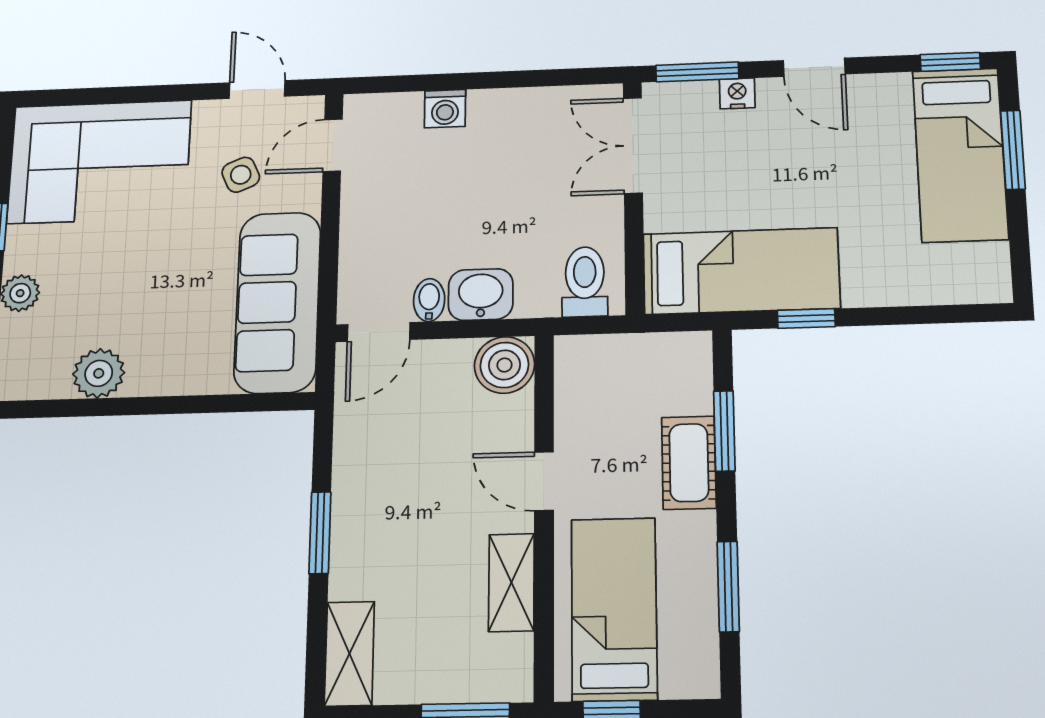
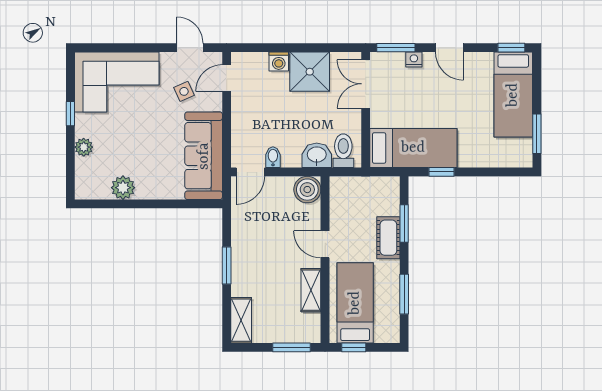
shower: (511, 126) -> (310, 72), added
window: (1013, 150) -> (537, 134), moved
washbasin: (481, 294) -> (317, 155), moved

